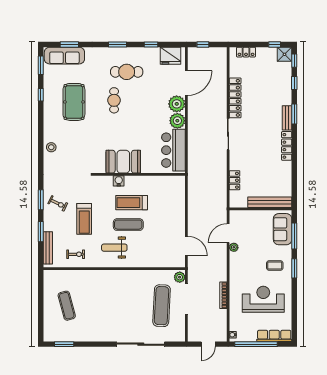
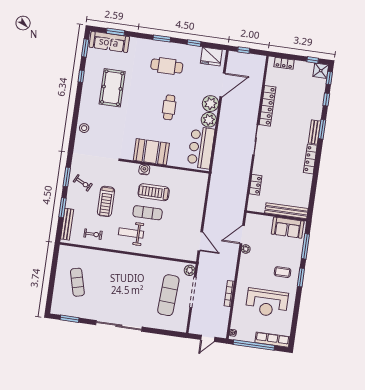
cafe table: (114, 100) -> (169, 107), moved
sofa: (283, 229) -> (288, 228), moved, turned -90
reception desk: (263, 299) -> (267, 303), turned 180
sliding door: (141, 344) -> (119, 326), moved

